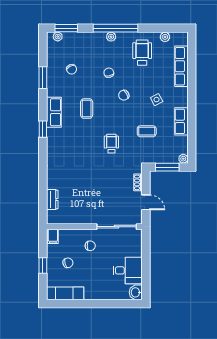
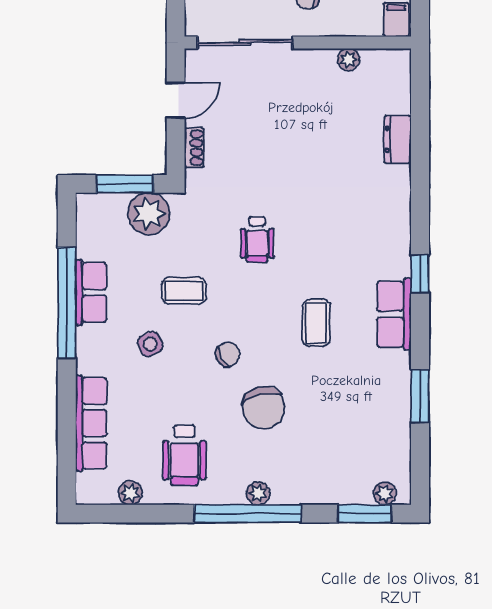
chair: (72, 69) -> (352, 416), removed
chair: (109, 73) -> (263, 408), width x1.87, depth x1.87
window: (192, 117) -> (67, 303), added
coffee table: (147, 131) -> (184, 291), moved
plant: (183, 159) -> (149, 214), moved, width x1.88, depth x1.88
dresser: (52, 200) -> (398, 139), moved
door: (146, 202) -> (176, 100), swing flipped
plant: (73, 220) -> (348, 59), added

